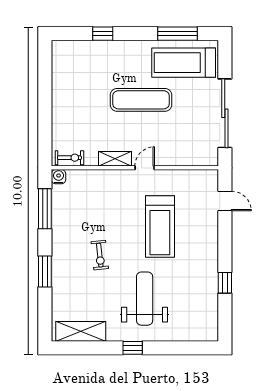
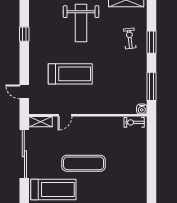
shelving: (115, 159) -> (41, 122), moved
door: (145, 168) -> (65, 115), moved
treadmill: (160, 226) -> (70, 74), turned 90
exercise bike: (100, 255) -> (130, 38), moved

